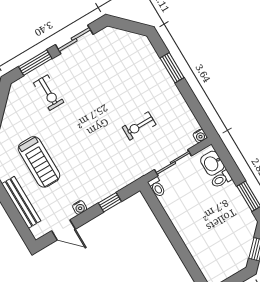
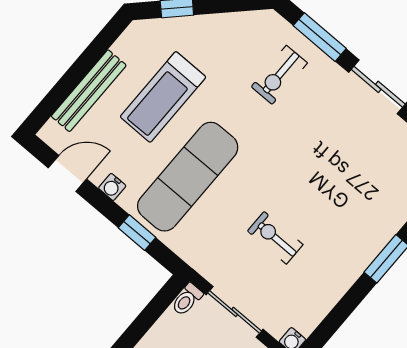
exercise mat: (88, 163) -> (188, 177), added
door: (63, 230) -> (67, 173), swing flipped

